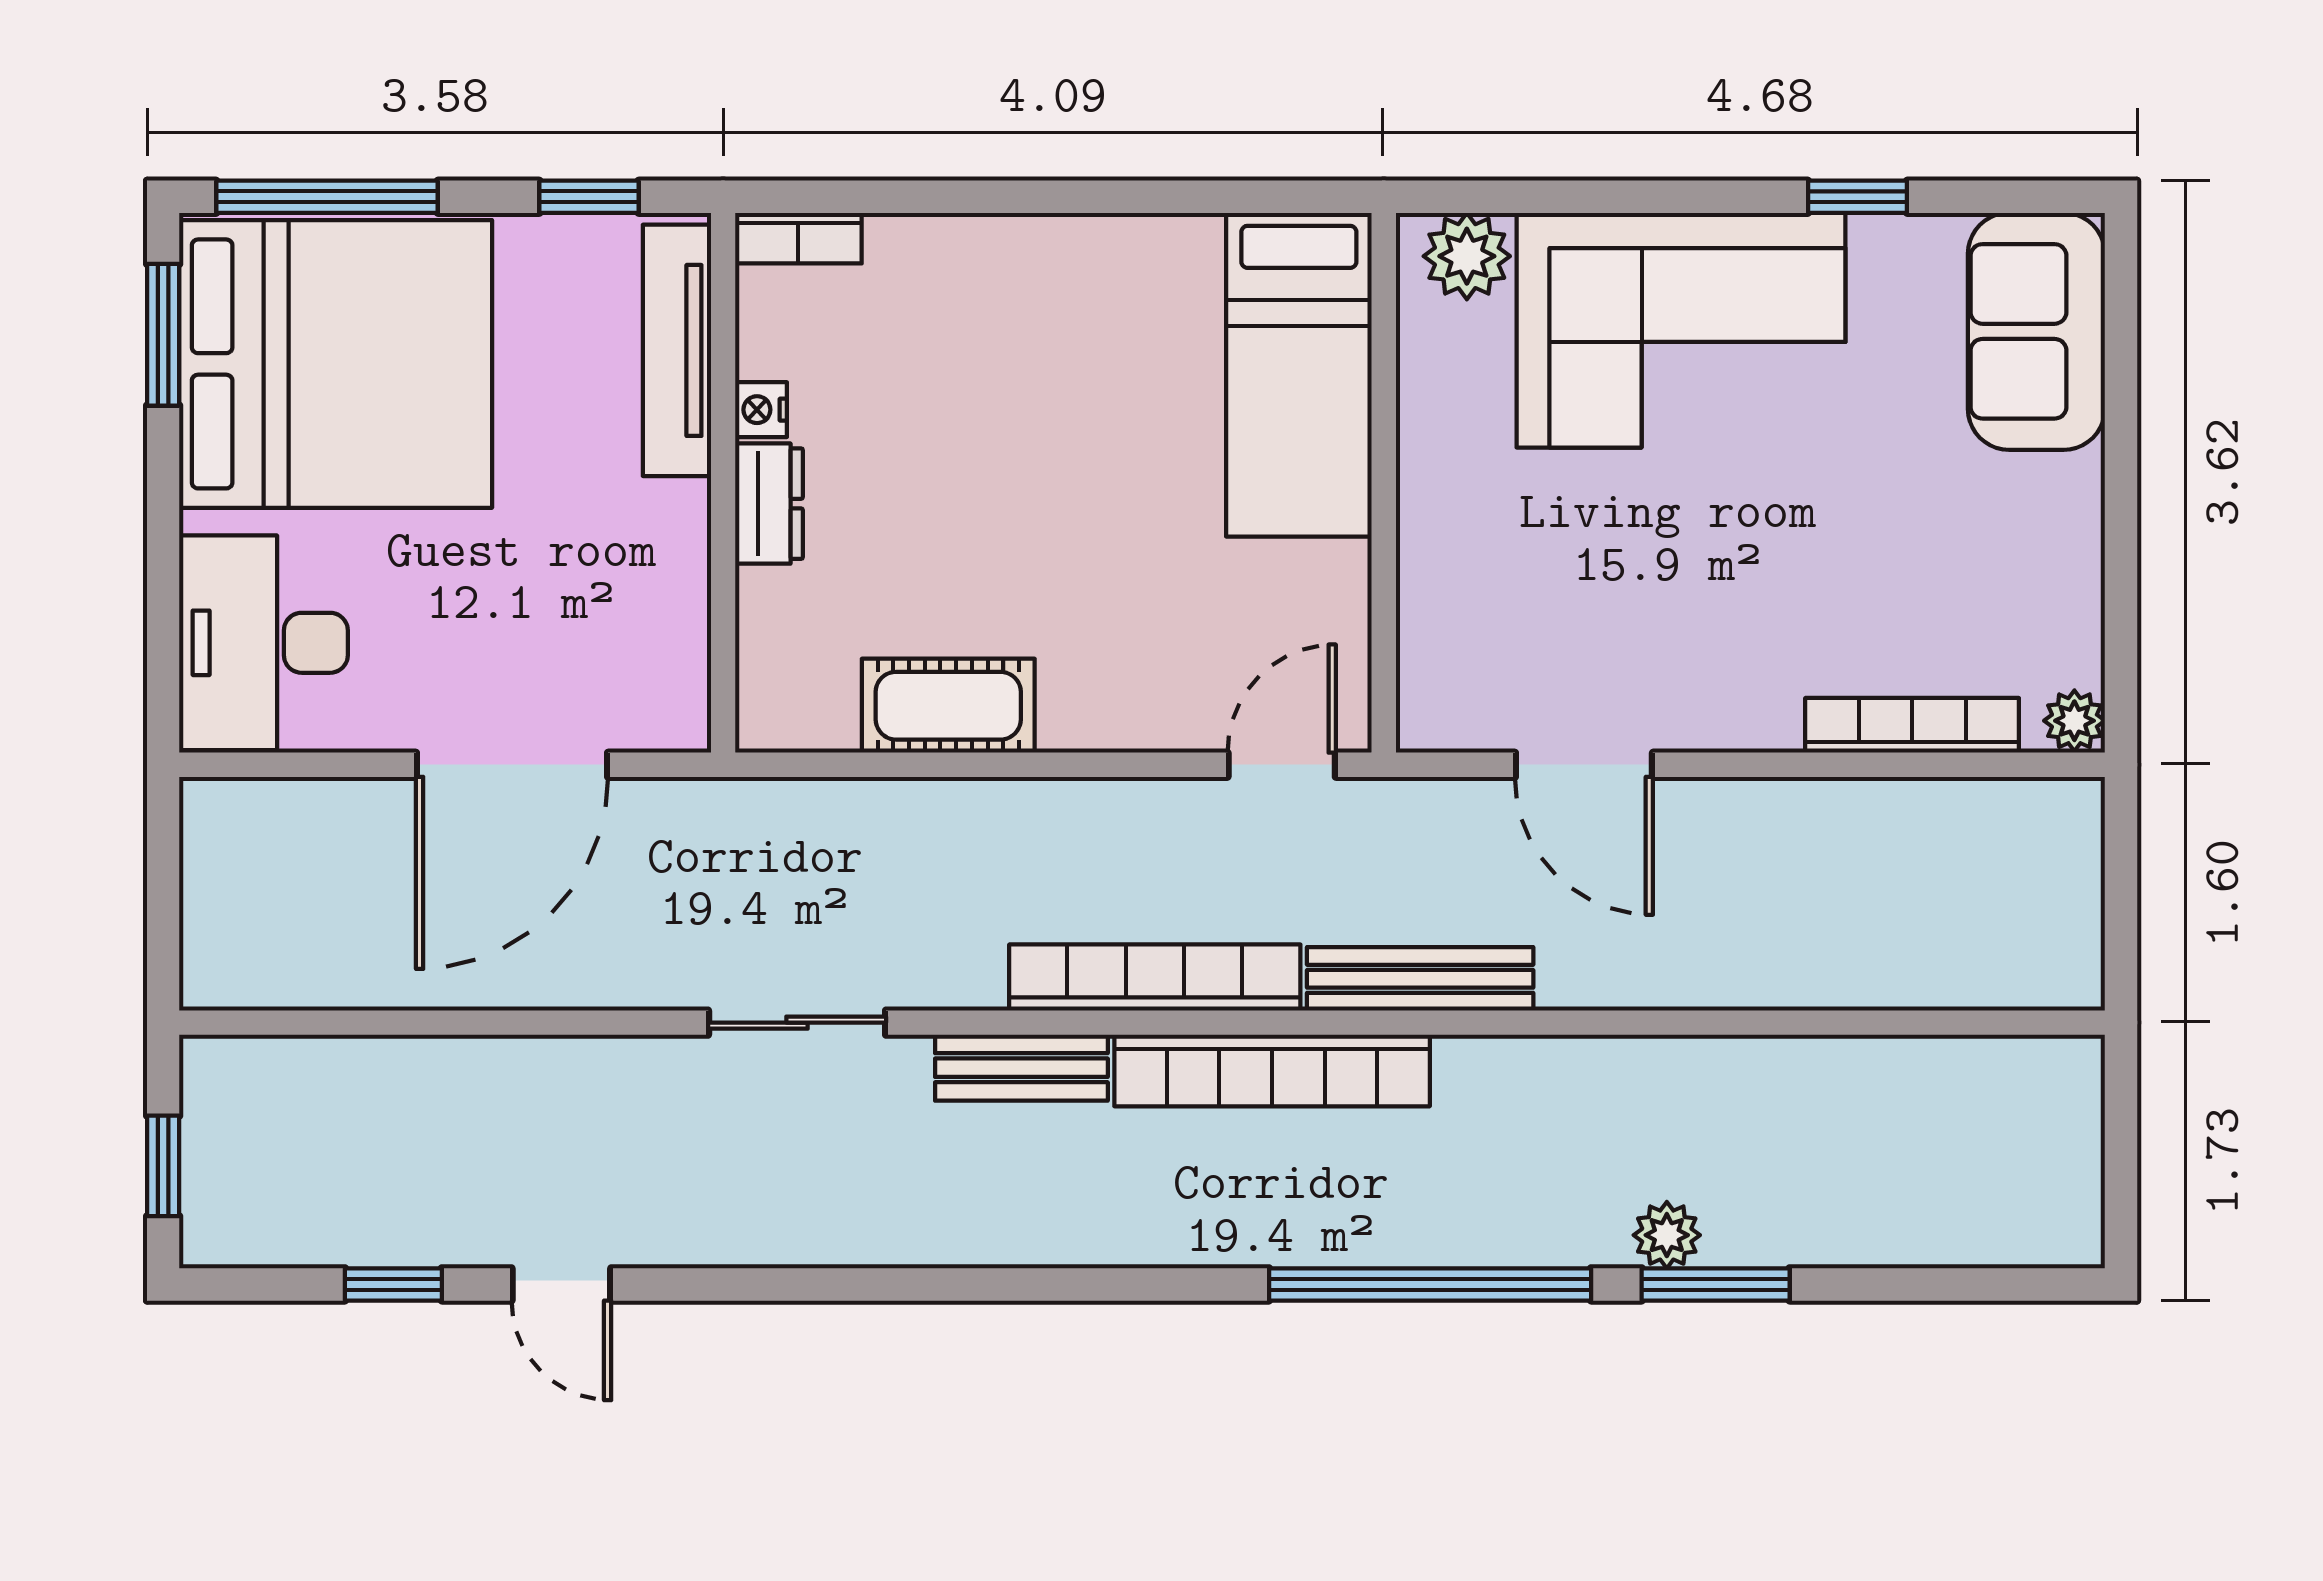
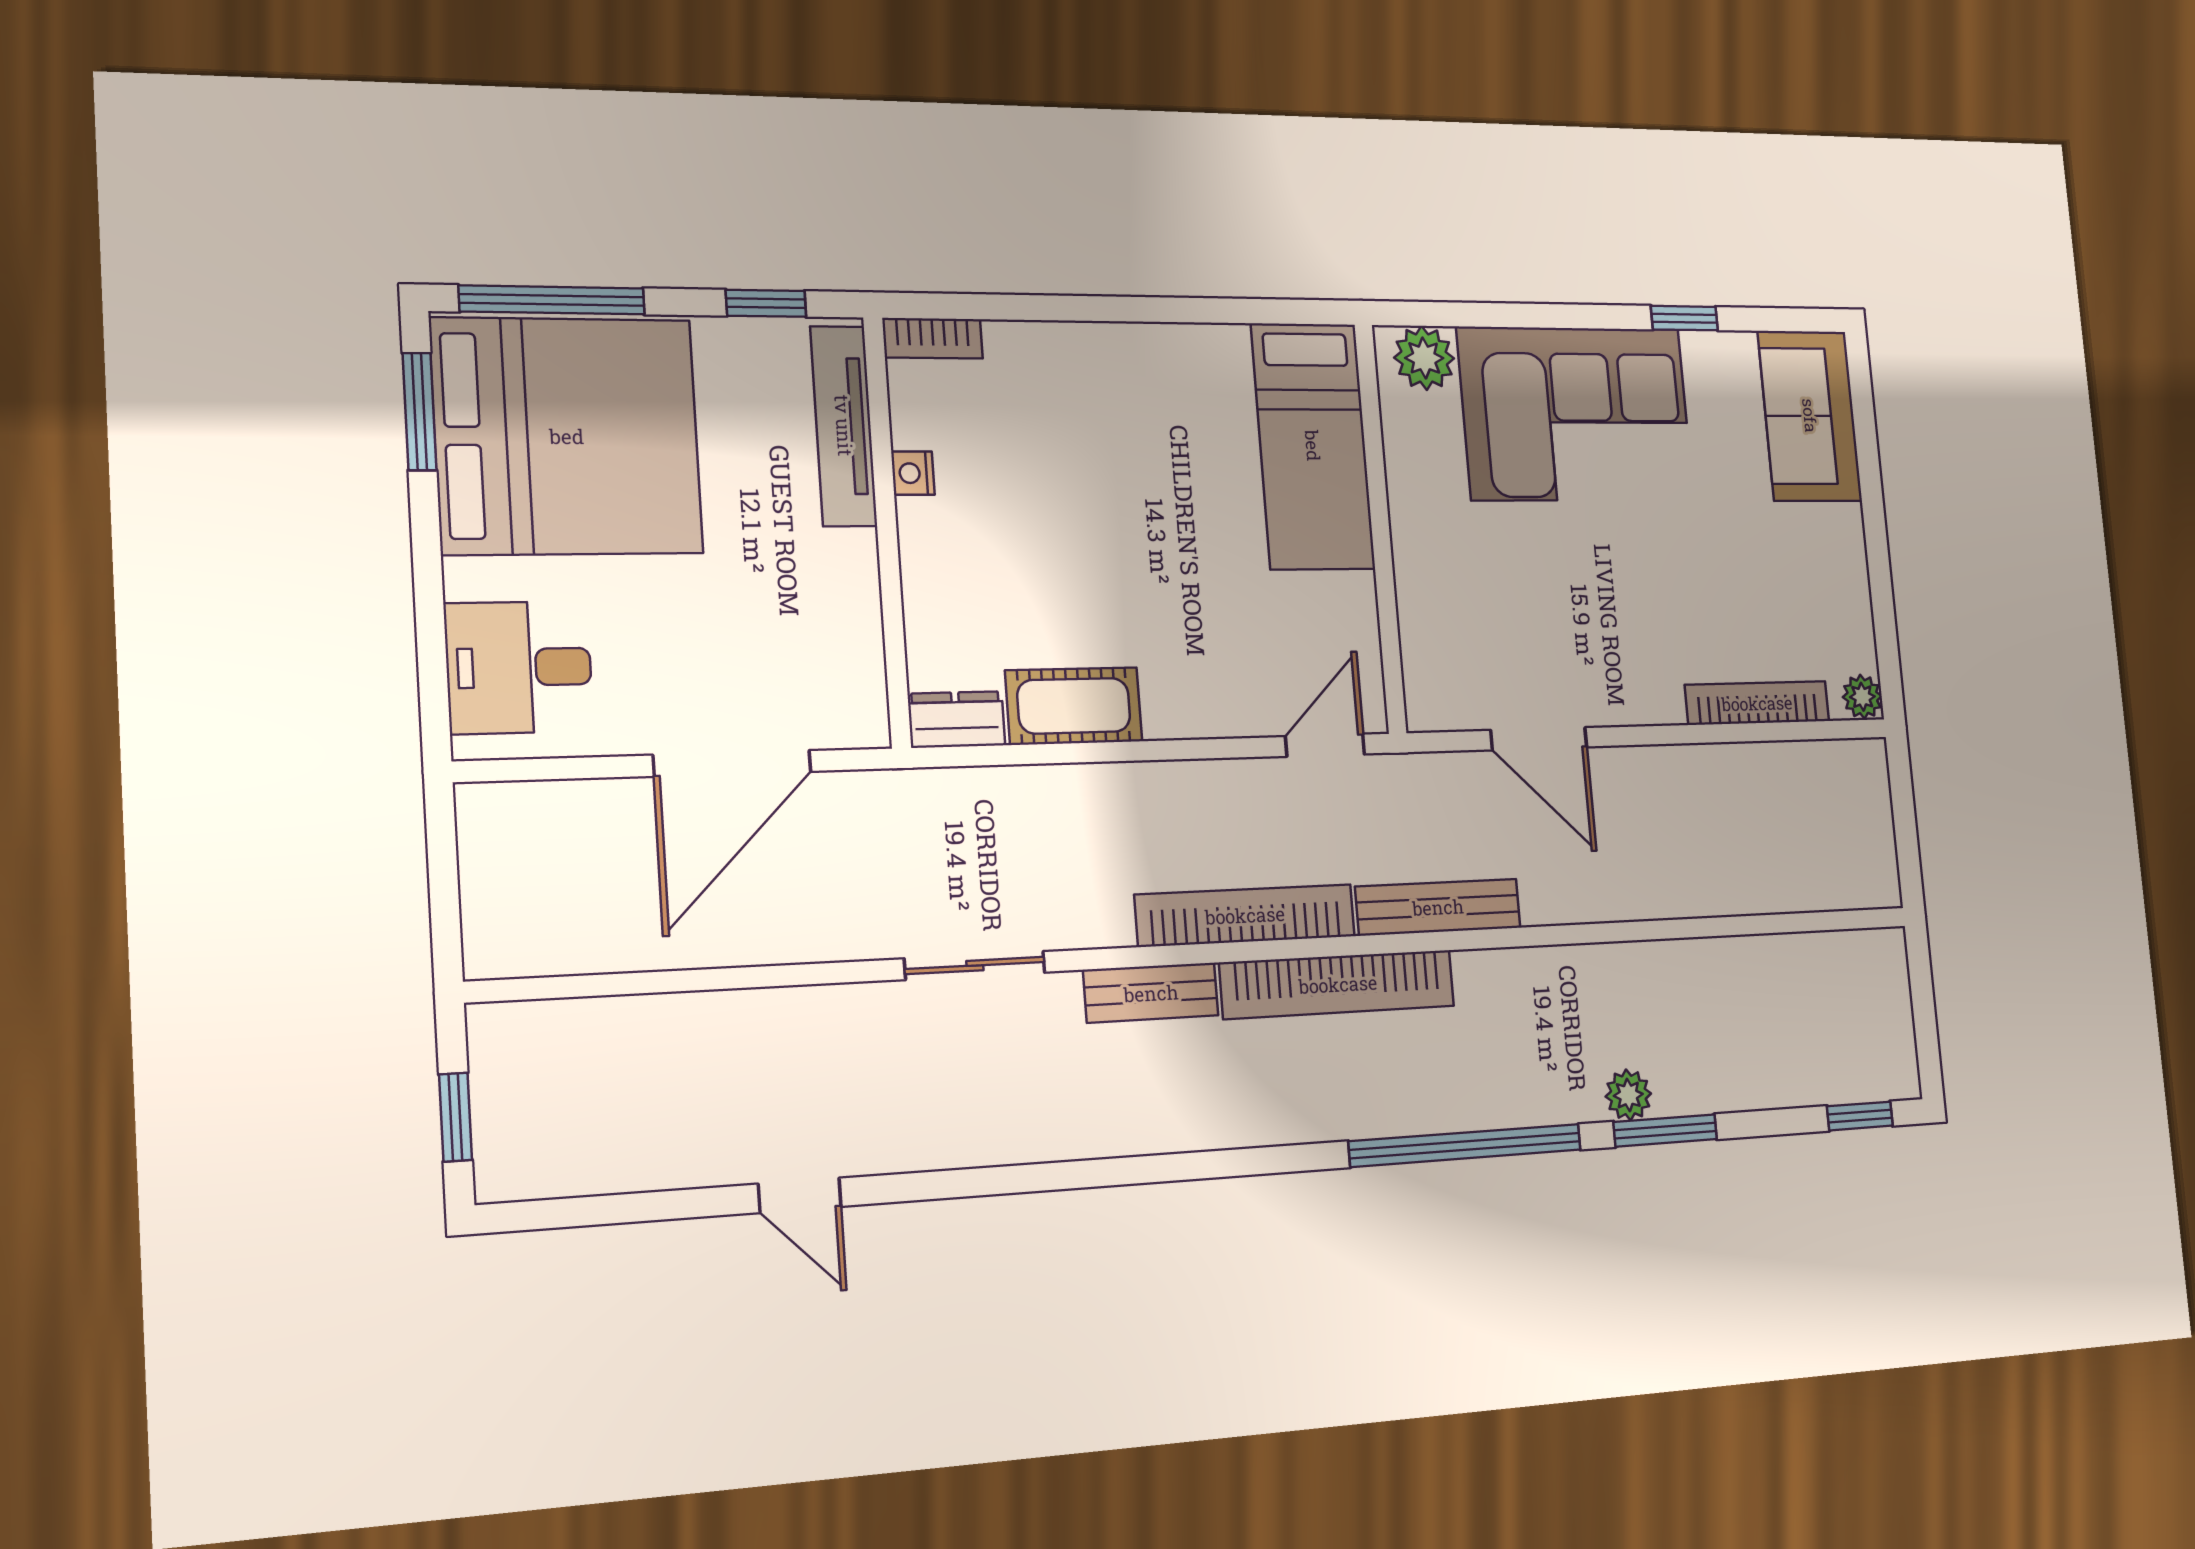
dresser: (769, 504) -> (957, 719), moved, turned -90
desk: (264, 643) -> (519, 667), width x0.73
window: (393, 1284) -> (1860, 1116), moved

